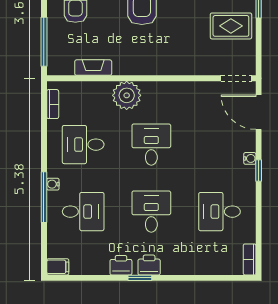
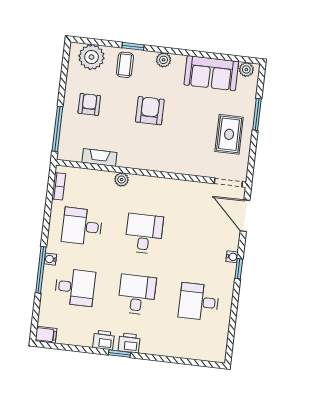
rug: (231, 26) -> (229, 134), turned 90
plant: (127, 95) -> (122, 180), width x0.53, depth x0.53
bookcase: (250, 259) -> (221, 349), removed

